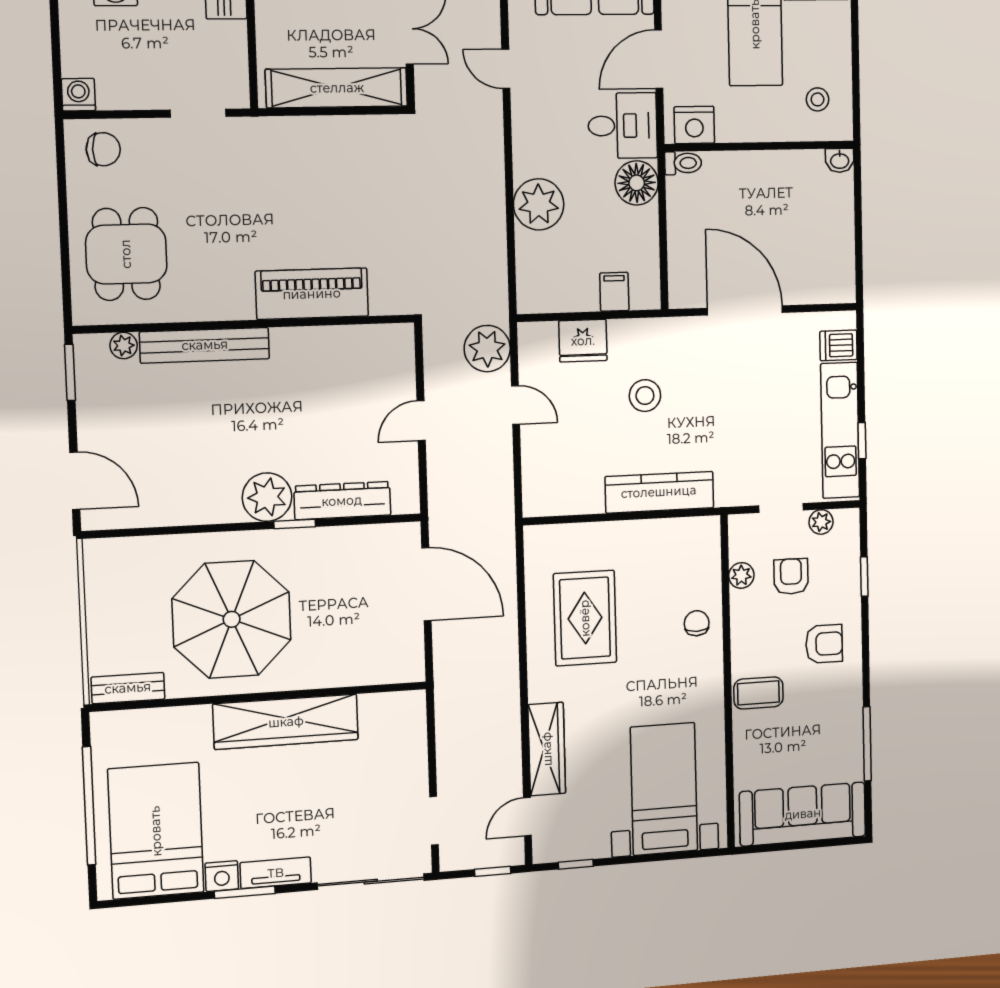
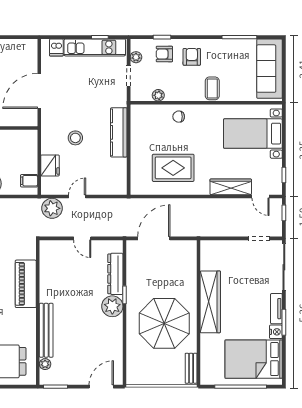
filing cabinet: (614, 292) -> (29, 181), moved
armchair: (791, 576) -> (164, 54), moved

